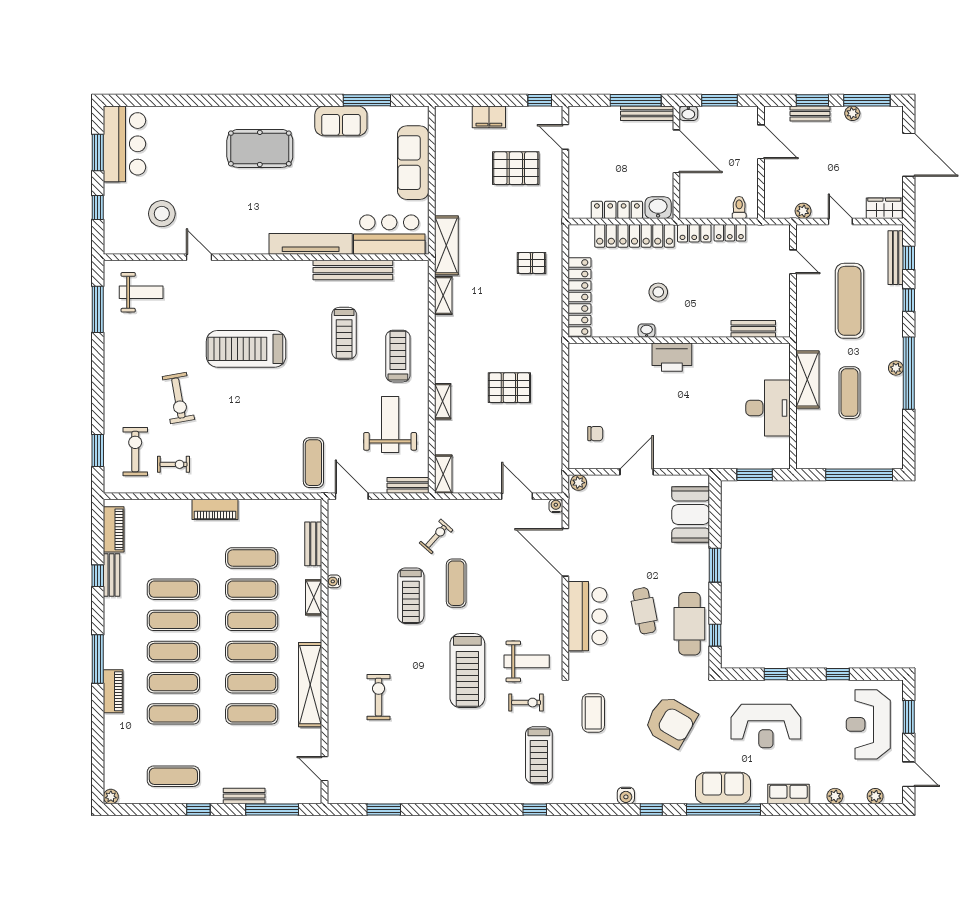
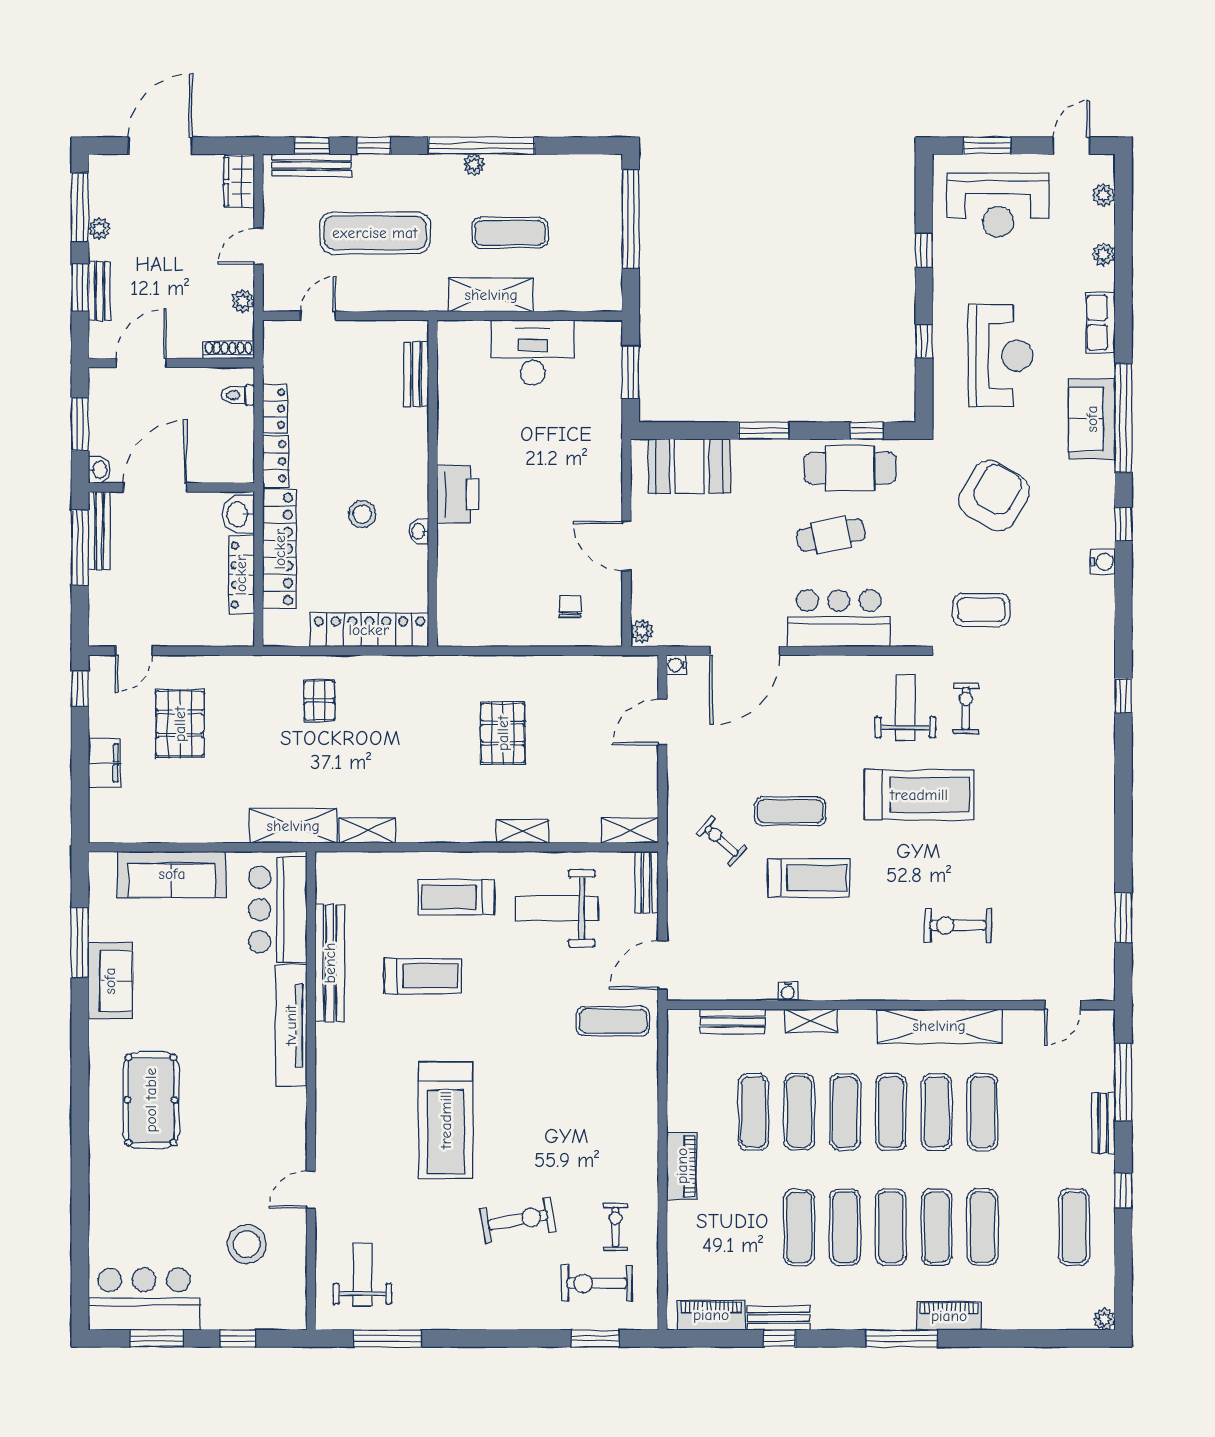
shoe rack: (770, 201) -> (229, 350), added
treadmill: (539, 755) -> (1043, 690), removed

